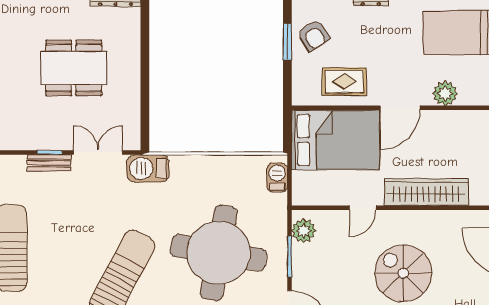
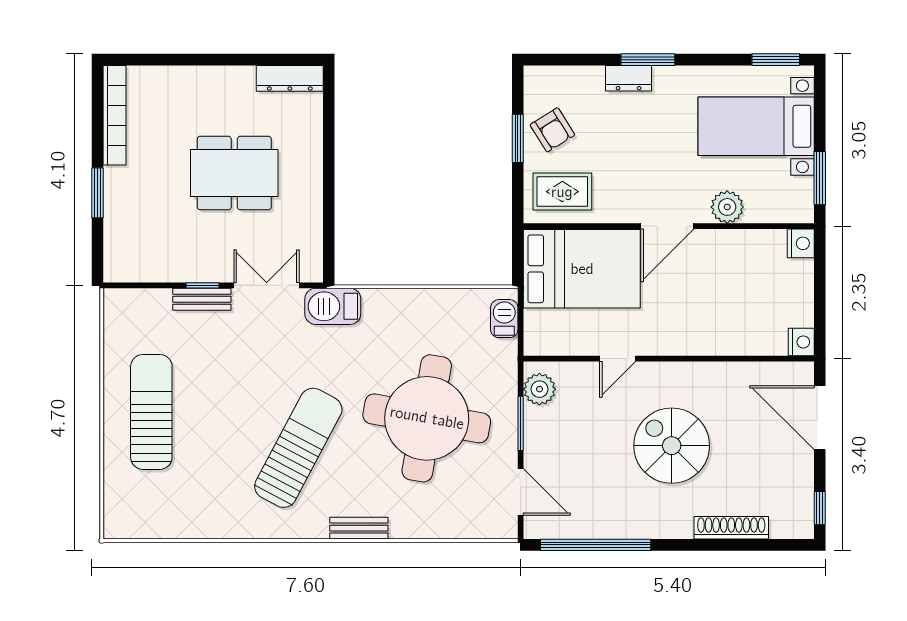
rug: (344, 82) -> (562, 192), moved
wardrobe: (426, 192) -> (702, 338), removed

